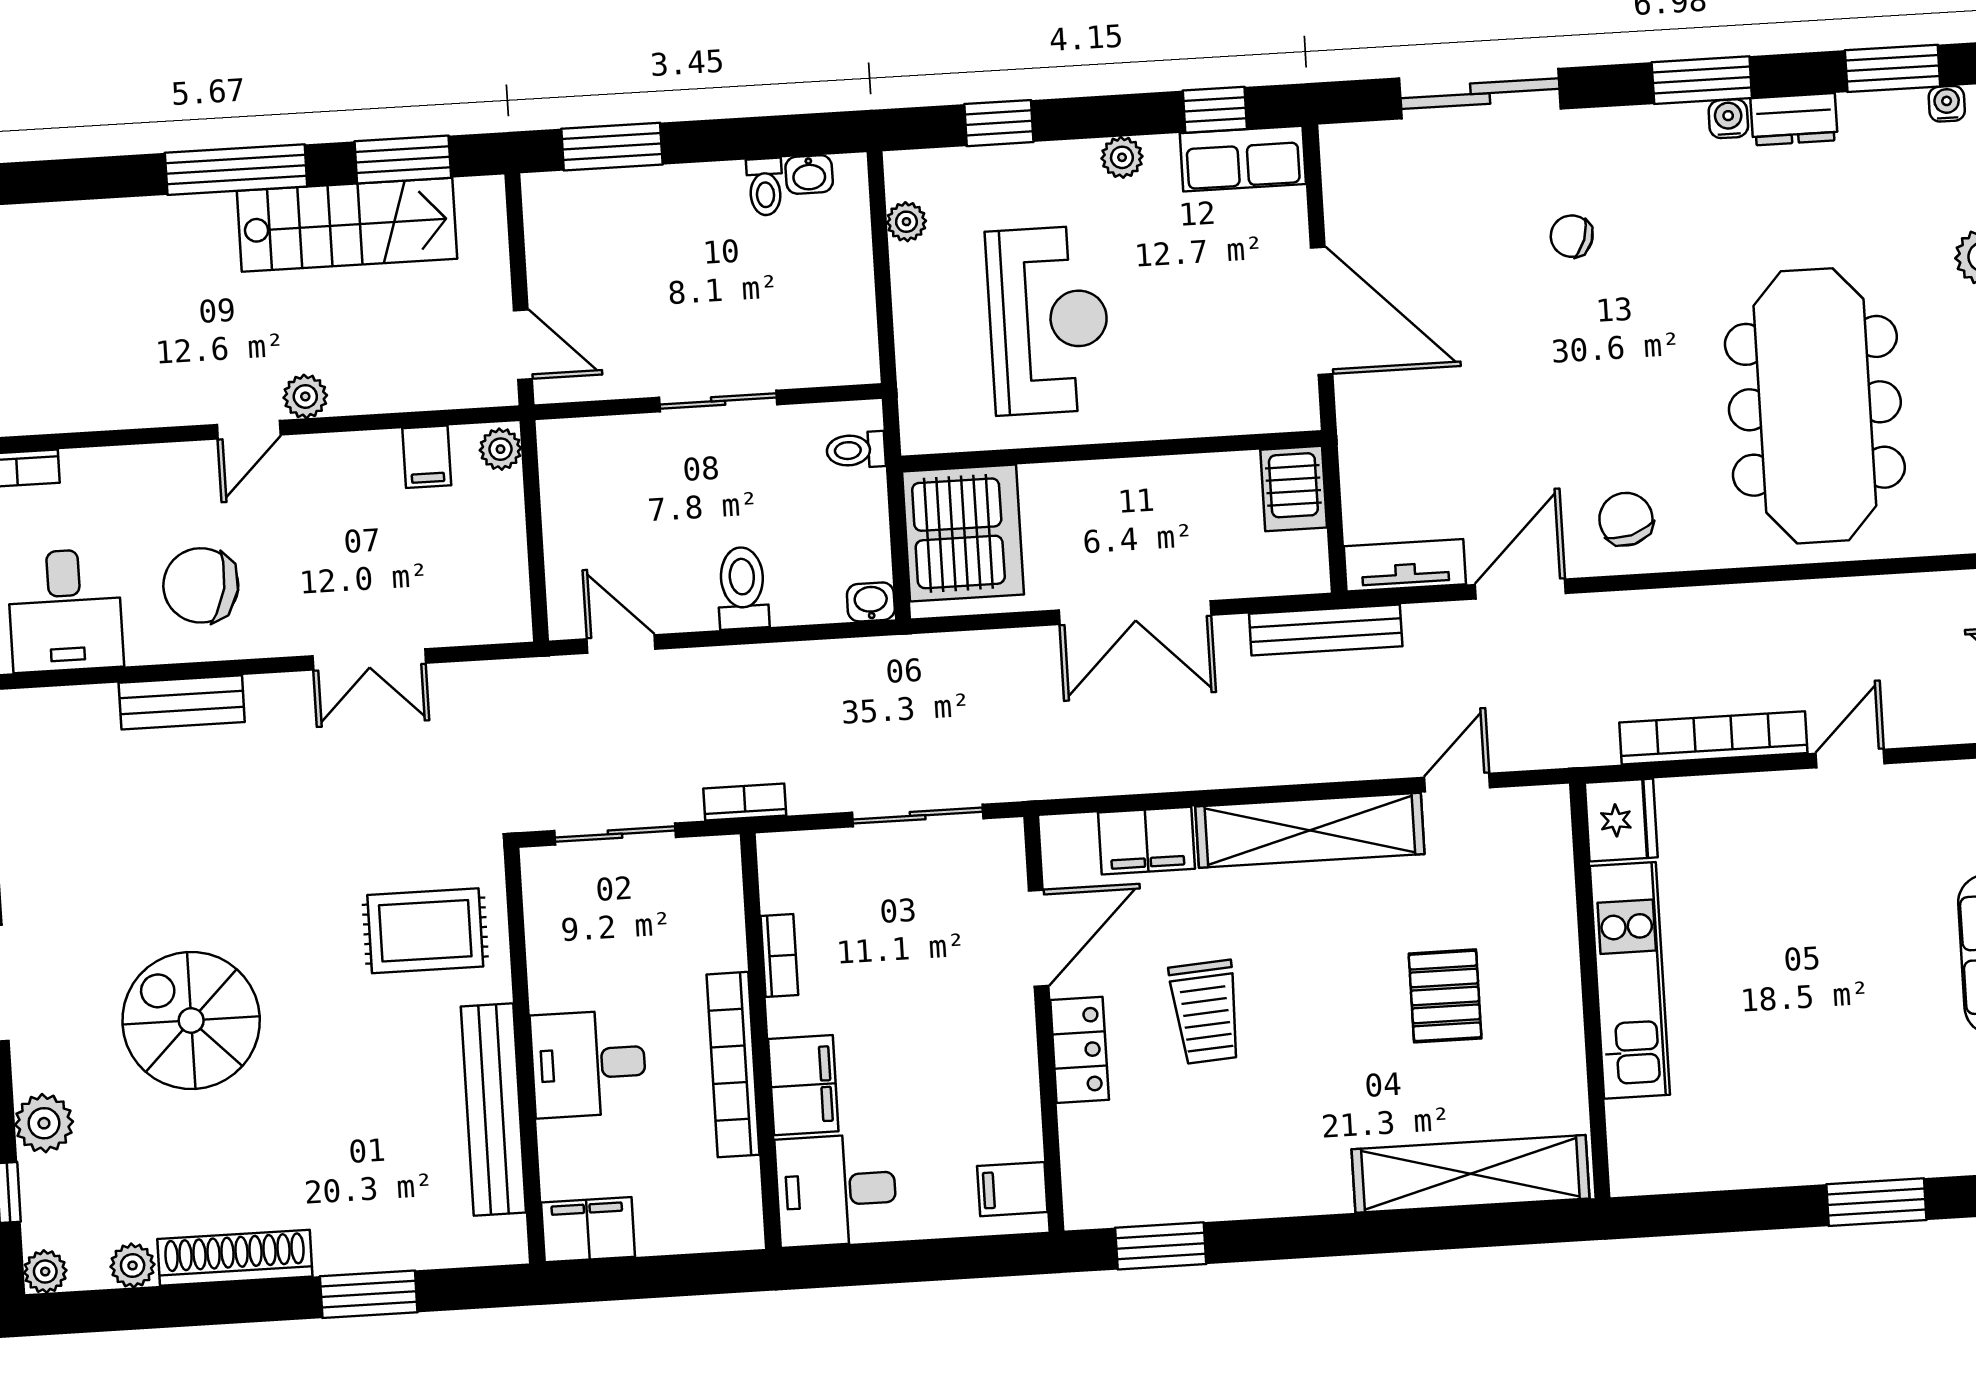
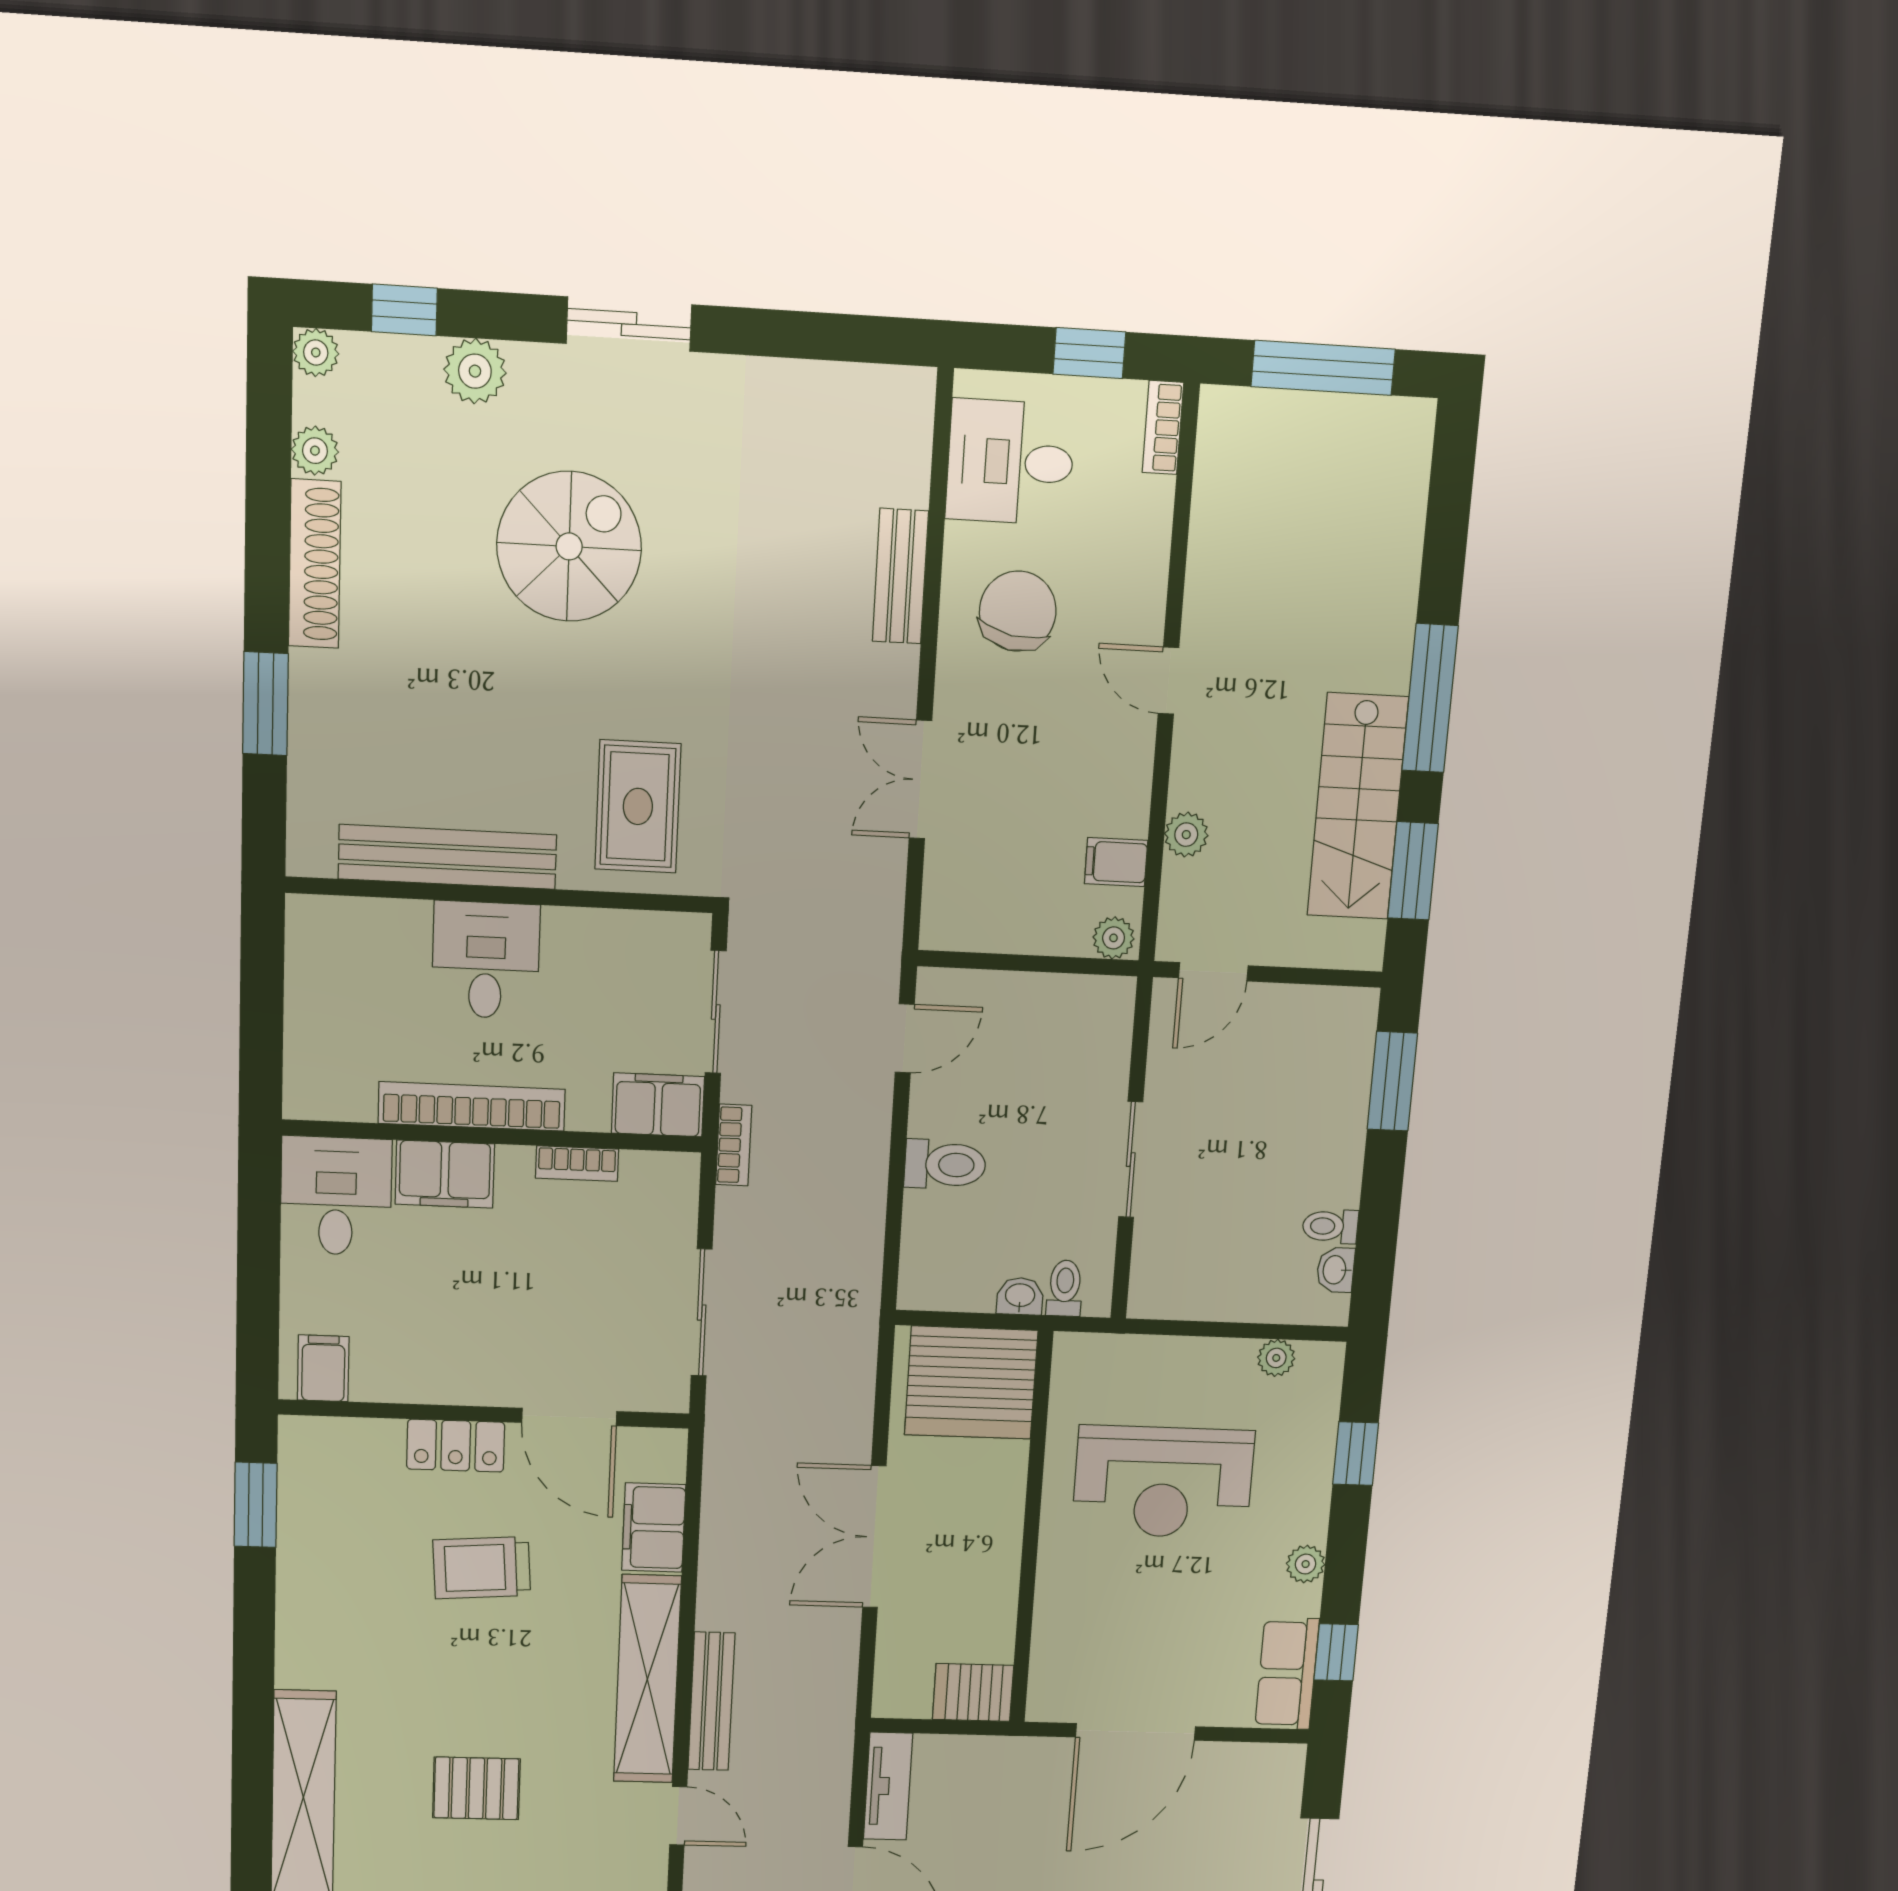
plant: (305, 396) -> (1186, 835), moved
washbasin: (871, 602) -> (1020, 1296), moved, turned -90
bench: (1326, 630) -> (711, 1701), moved
filing cabinet: (588, 1230) -> (658, 1105), moved, turned -90

